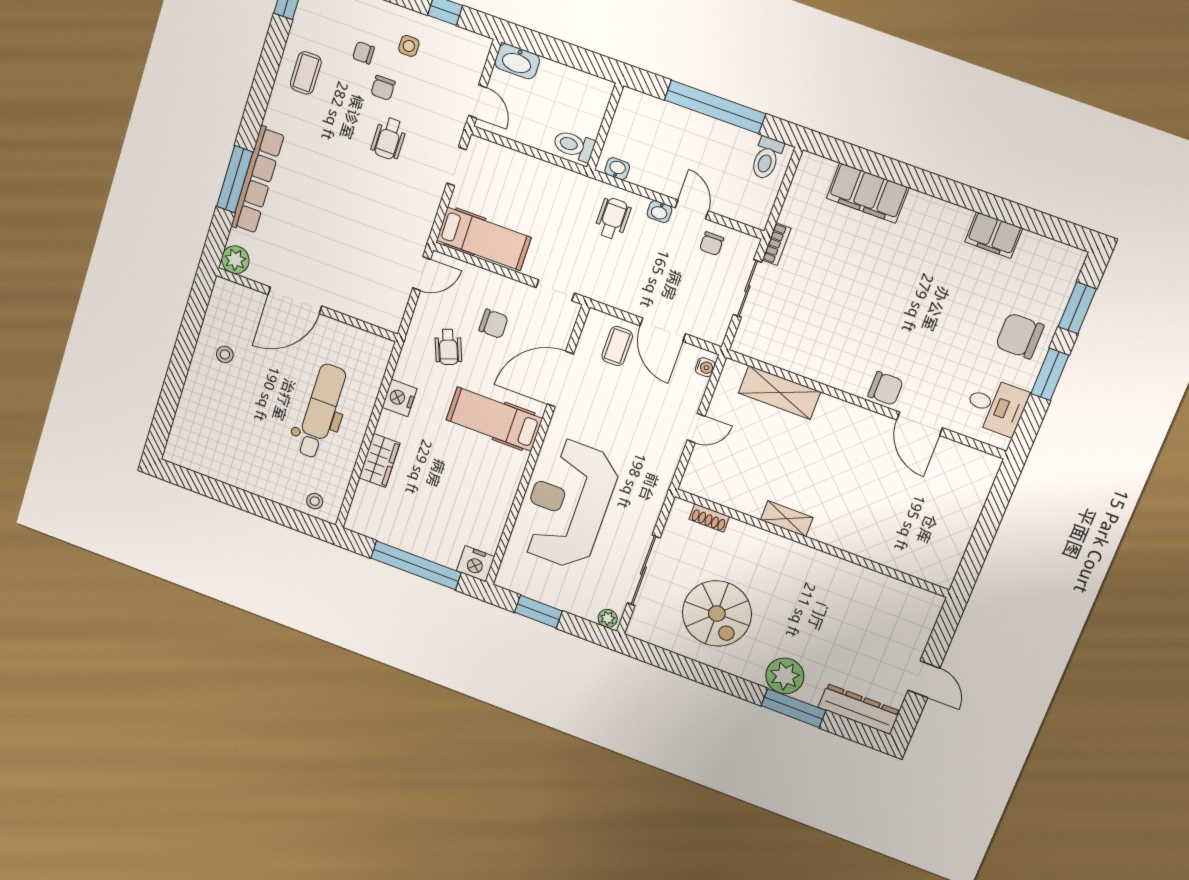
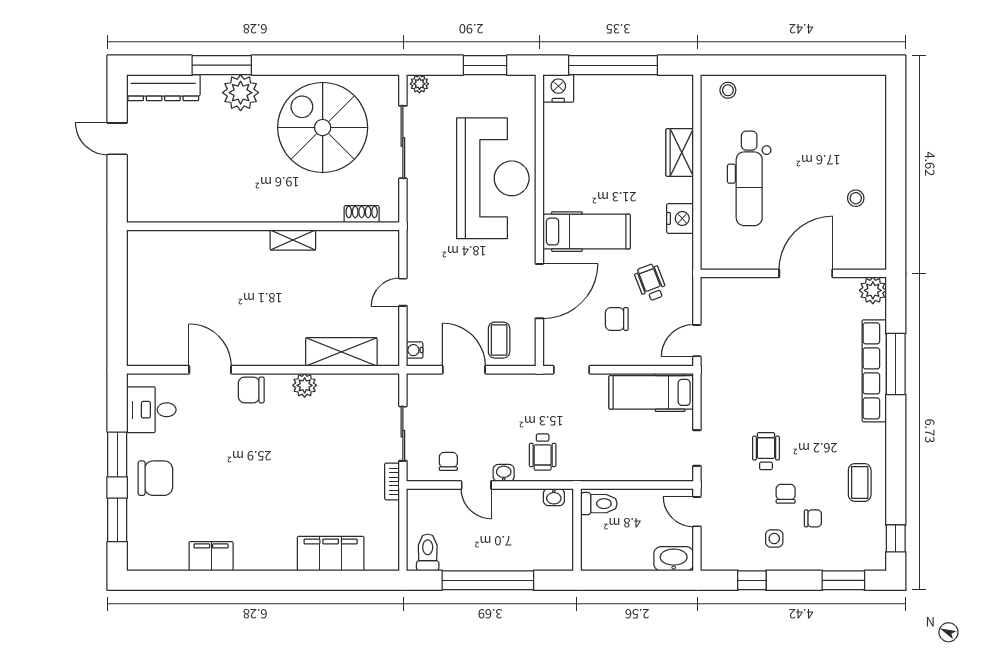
plant: (829, 373) -> (305, 385), added
spiral stairs: (717, 613) -> (323, 128), width x1.37, depth x1.37

